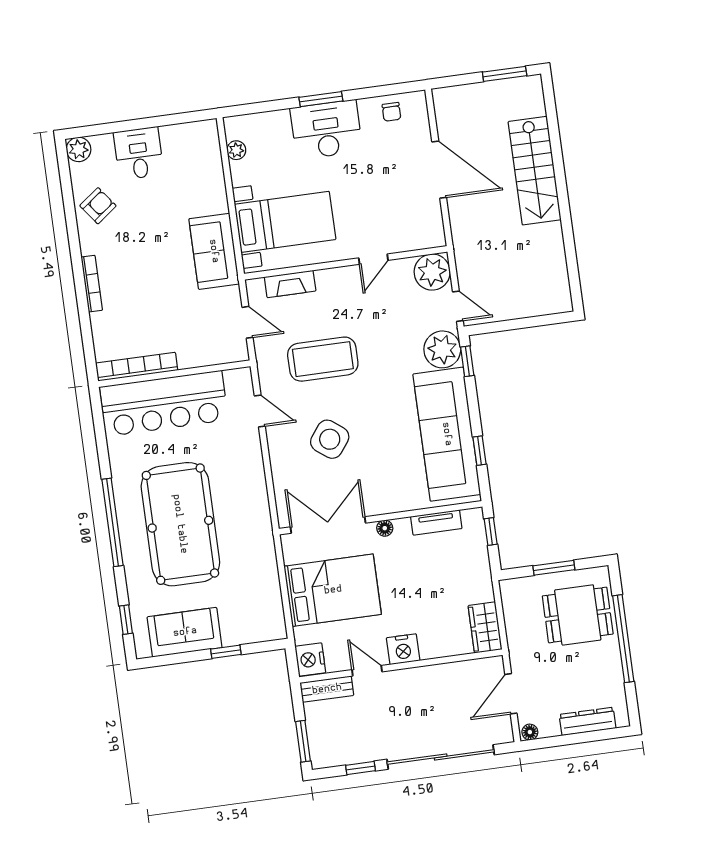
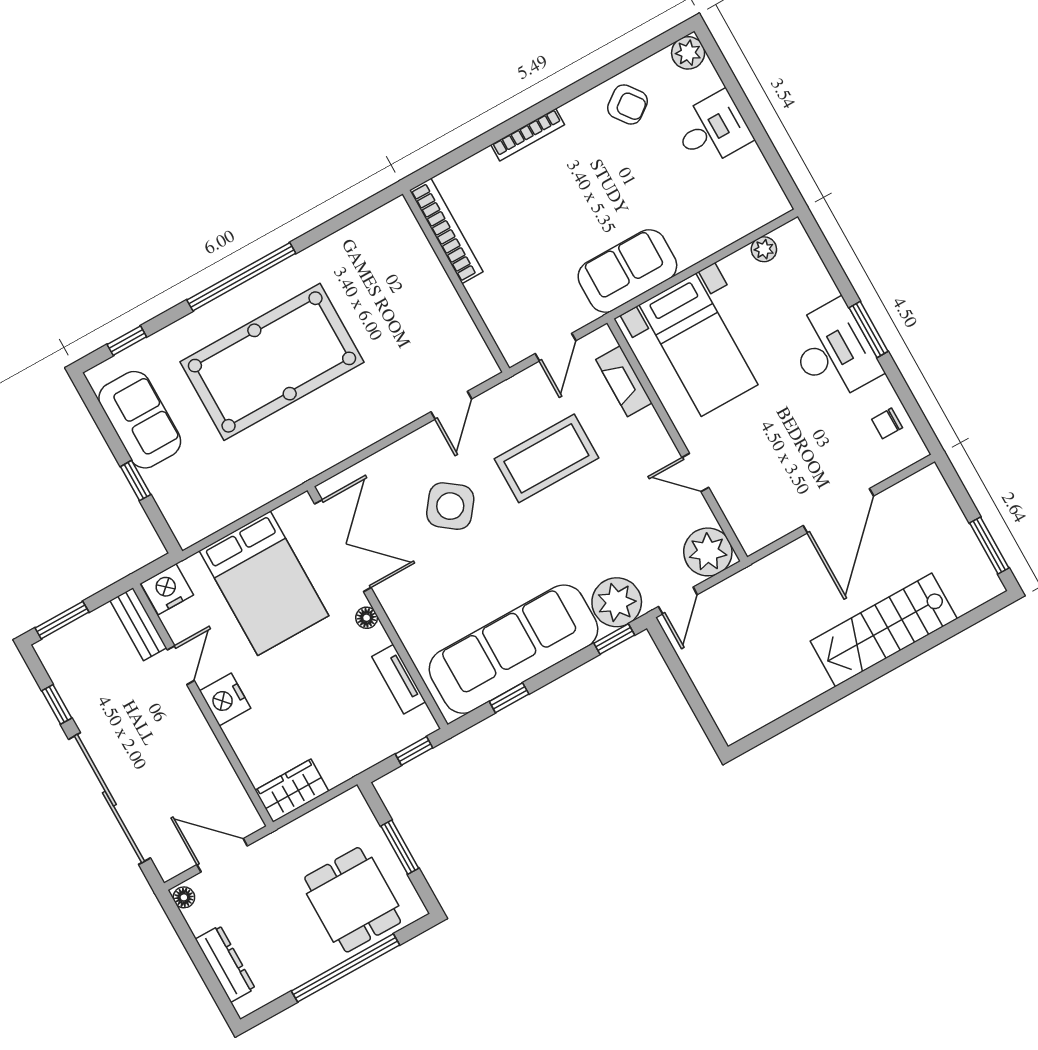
coffee table: (323, 359) -> (546, 458), turned 90
bar counter: (164, 403) -> (414, 283), removed

